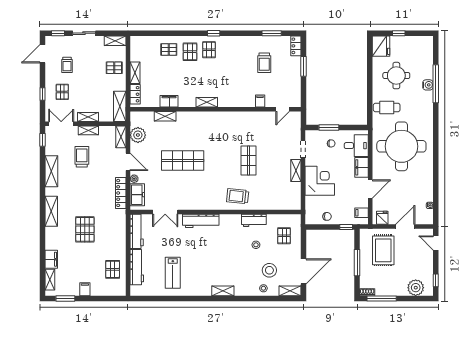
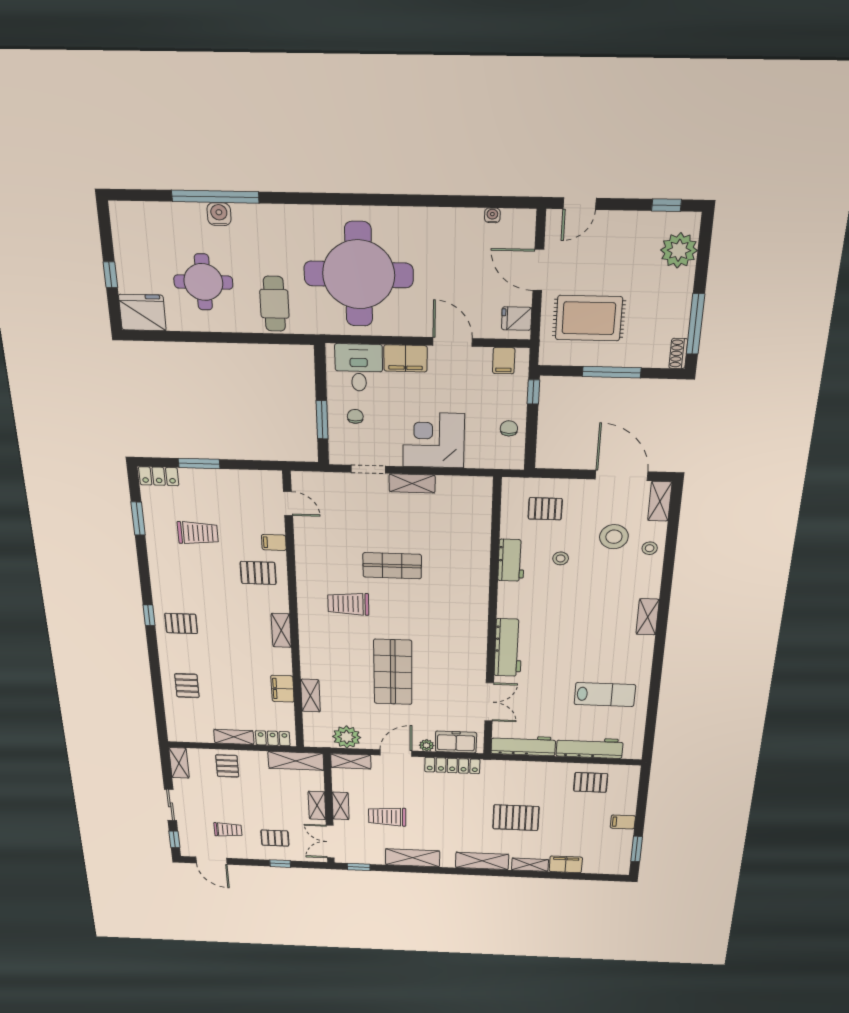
pallet: (190, 52) -> (258, 573), moved
trolley: (238, 196) -> (348, 604), moved, turned 84
shelving: (50, 280) -> (530, 865), moved

